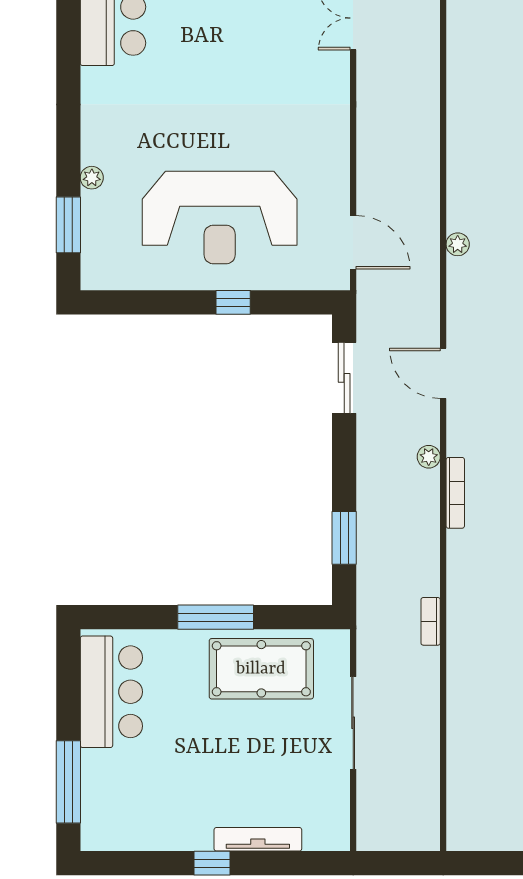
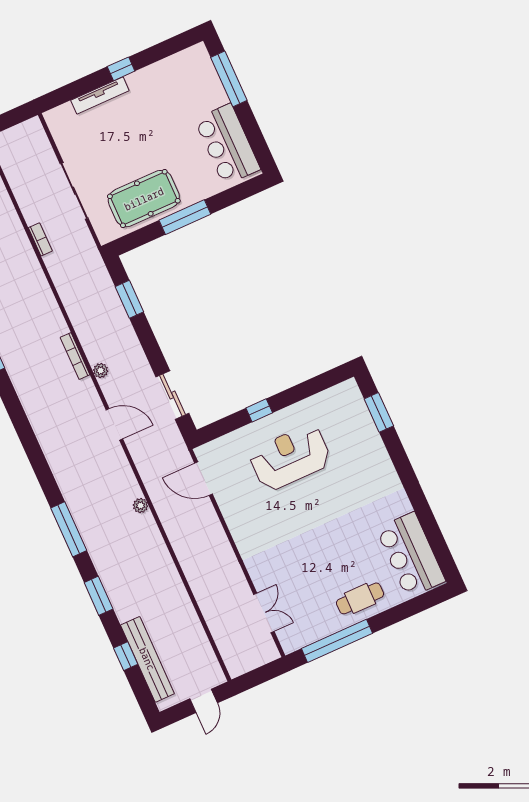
plant: (92, 178) -> (377, 447), removed
reception desk: (220, 218) -> (290, 457), width x0.74, depth x0.77
bookcase: (431, 621) -> (40, 239), moved

